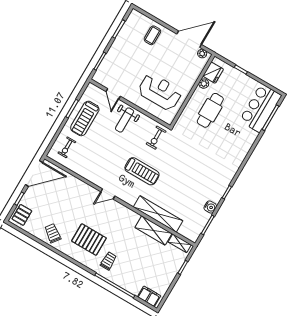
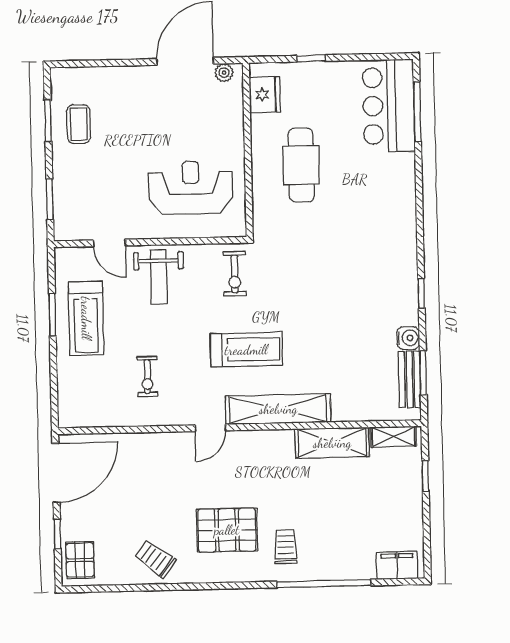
coffee table: (152, 35) -> (79, 124), moved
plant: (204, 84) -> (260, 125), removed
exercise bike: (67, 147) -> (147, 376), moved
shelving: (158, 214) -> (278, 409), moved
bench: (201, 224) -> (410, 379), added

